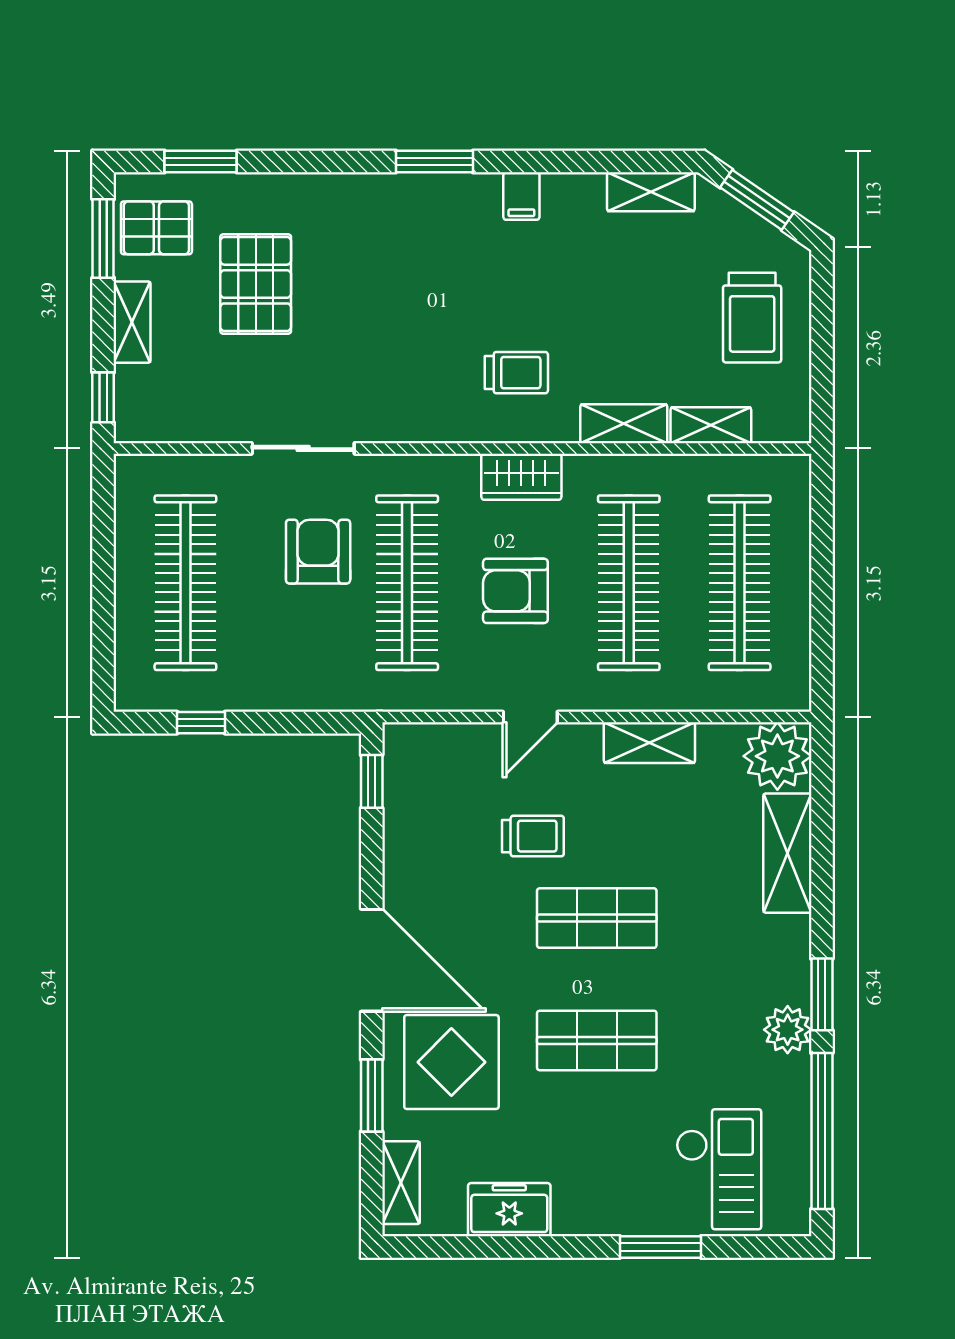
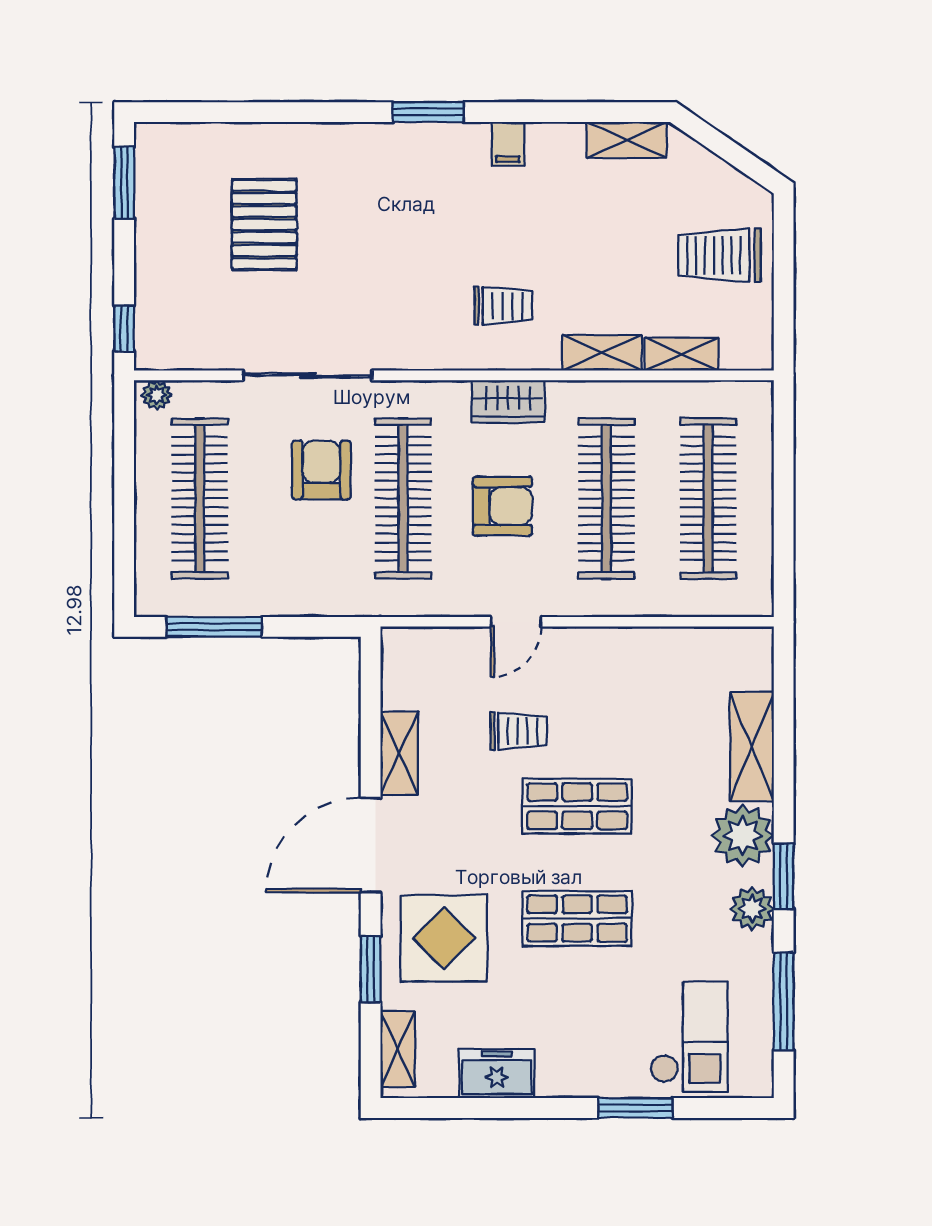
window: (201, 161) -> (214, 112), removed
window: (757, 200) -> (724, 147), removed
pallet: (156, 228) -> (173, 173), removed
trolley: (752, 318) -> (720, 255), turned 90
shelving: (132, 322) -> (151, 259), removed
sliding door: (303, 448) -> (308, 375), width x1.37
plant: (138, 470) -> (157, 395), added
armchair: (515, 591) -> (502, 506), turned 180
window: (201, 723) -> (214, 627), width x2.17
shelving: (649, 743) -> (399, 753), moved, turned 90
plant: (777, 756) -> (743, 836), moved
window: (372, 781) -> (371, 681), removed
door: (372, 960) -> (371, 845), swing flipped
window: (822, 1131) -> (784, 1002), width x0.68

